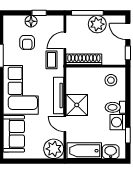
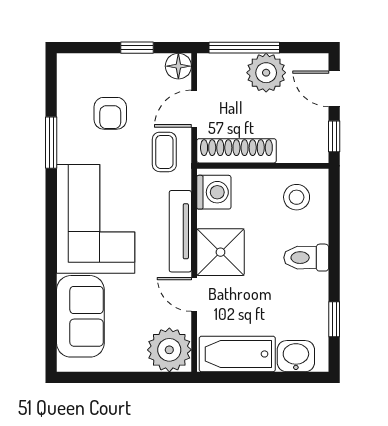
floor lamp: (31, 21) -> (178, 66), moved
washing machine: (118, 122) -> (214, 192), moved, turned 180

